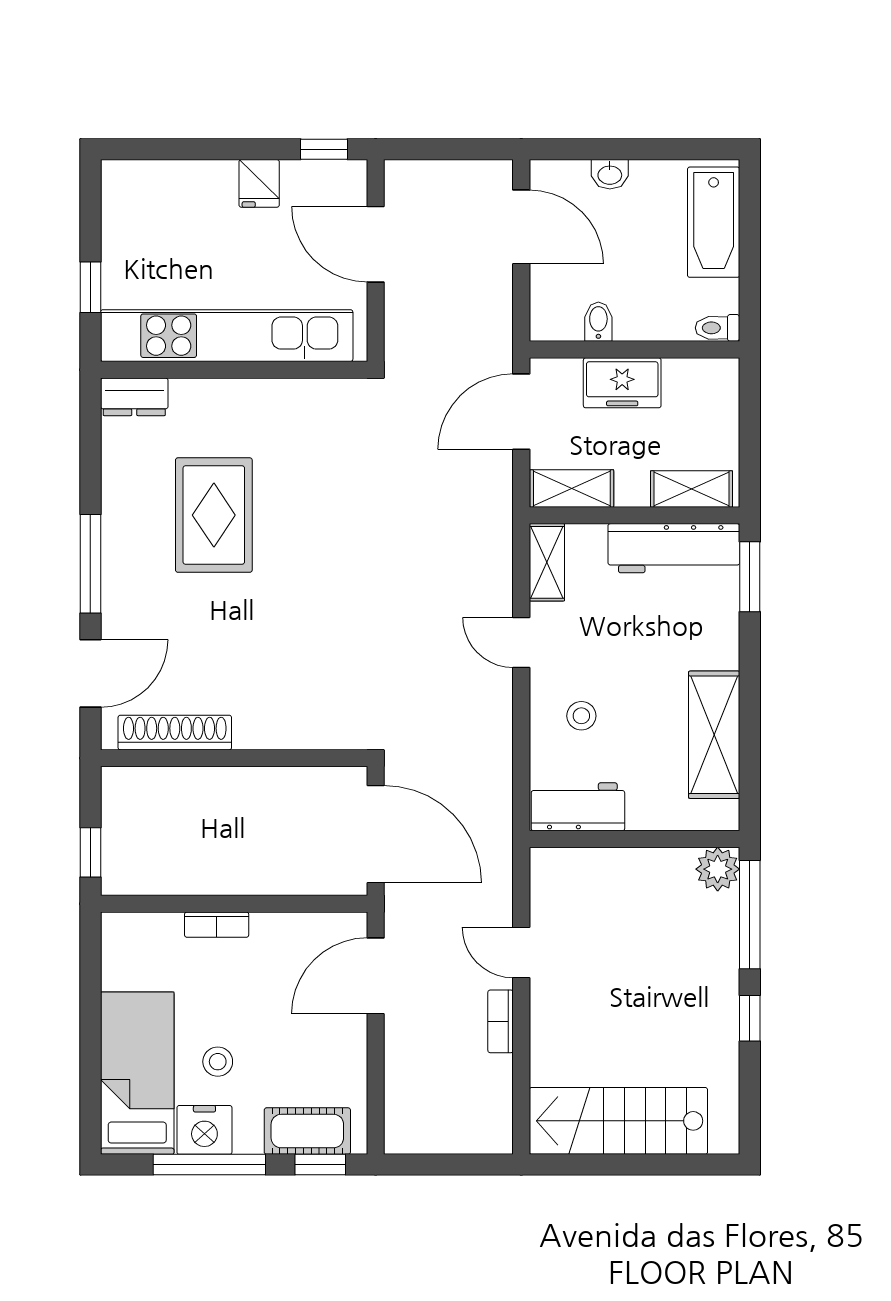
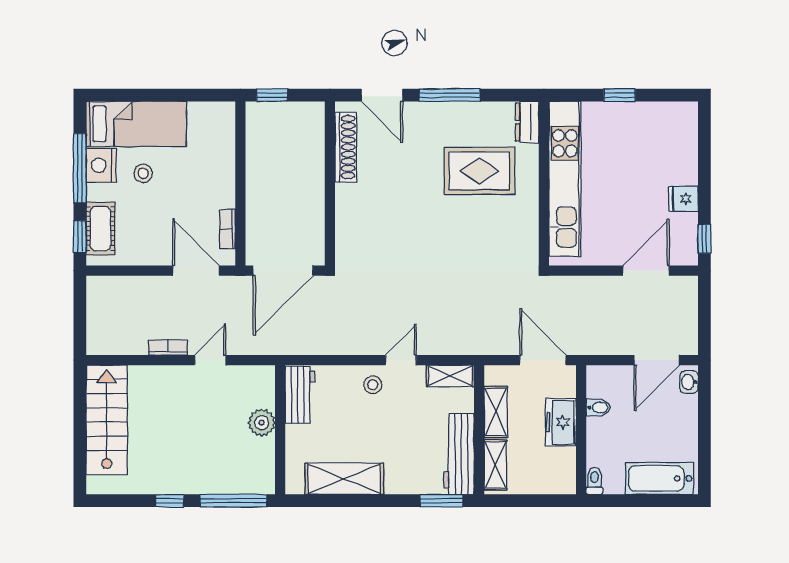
washbasin: (610, 174) -> (689, 382), moved
kitchen unit: (227, 336) -> (565, 179), moved
wall: (234, 370) -> (544, 183), moved
dresser: (134, 397) -> (527, 122), moved
shelving: (572, 488) -> (496, 412), moved
stool: (581, 716) -> (373, 385), moved
plant: (718, 869) -> (262, 423), moved
bookcase: (217, 925) -> (227, 229), moved

